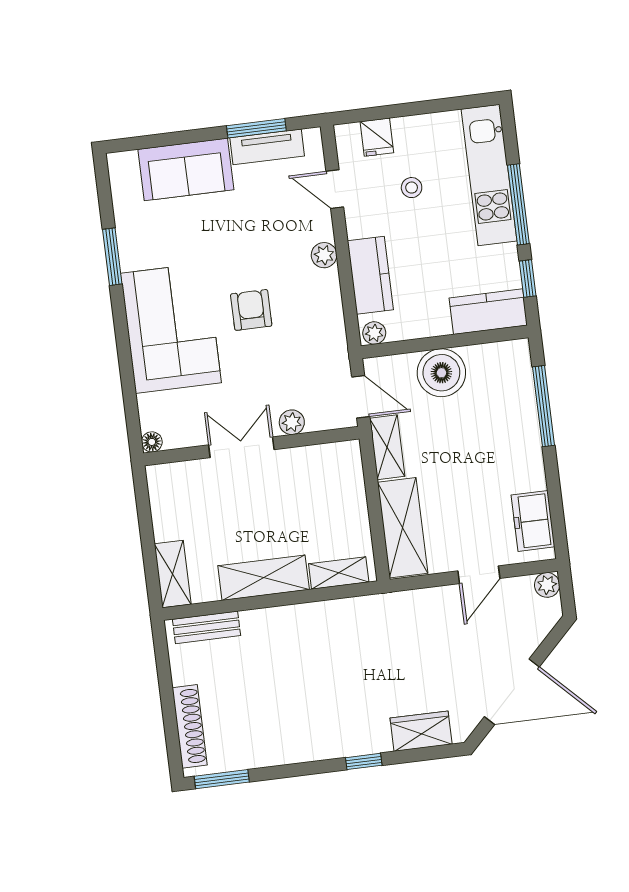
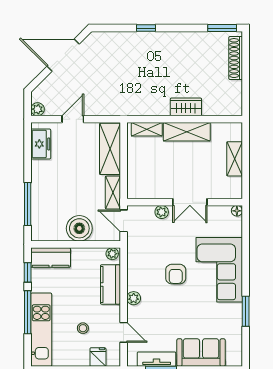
shelving: (173, 574) -> (235, 159), moved
bench: (207, 627) -> (220, 109), removed
wardrobe: (421, 731) -> (186, 107), moved, turned 180

